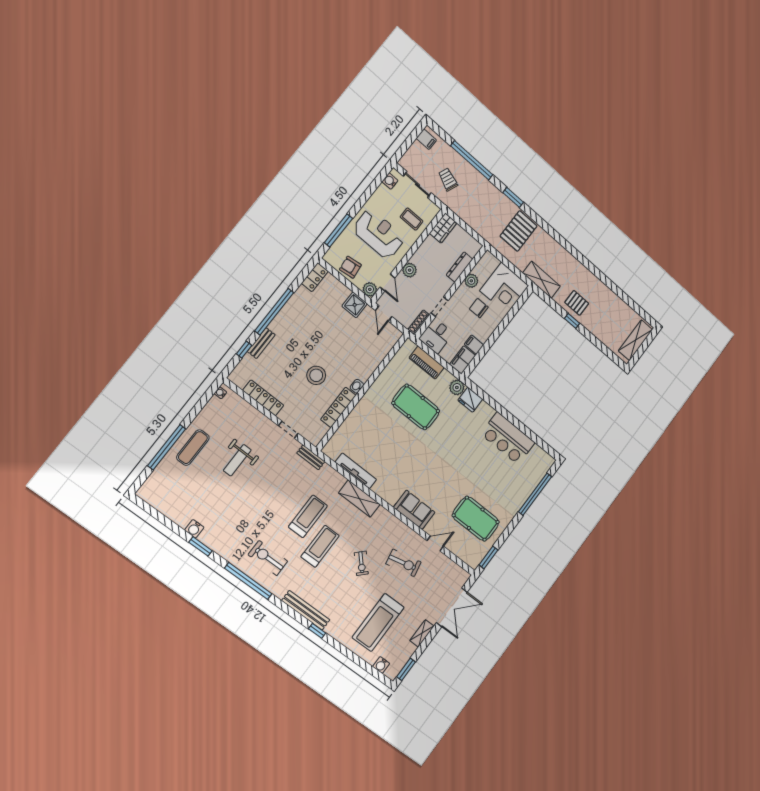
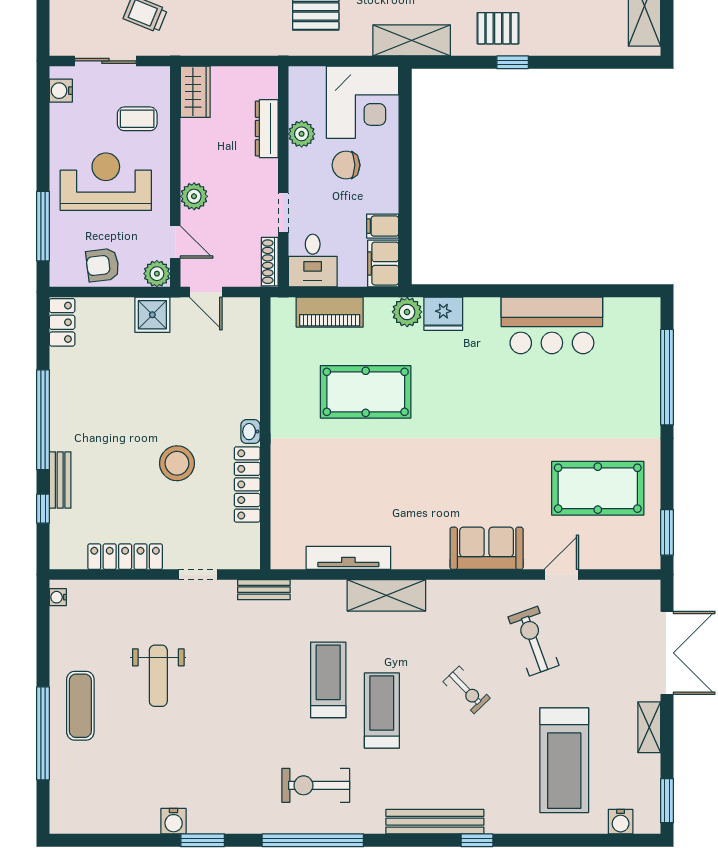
exercise bike: (404, 563) -> (533, 641), turned -98

